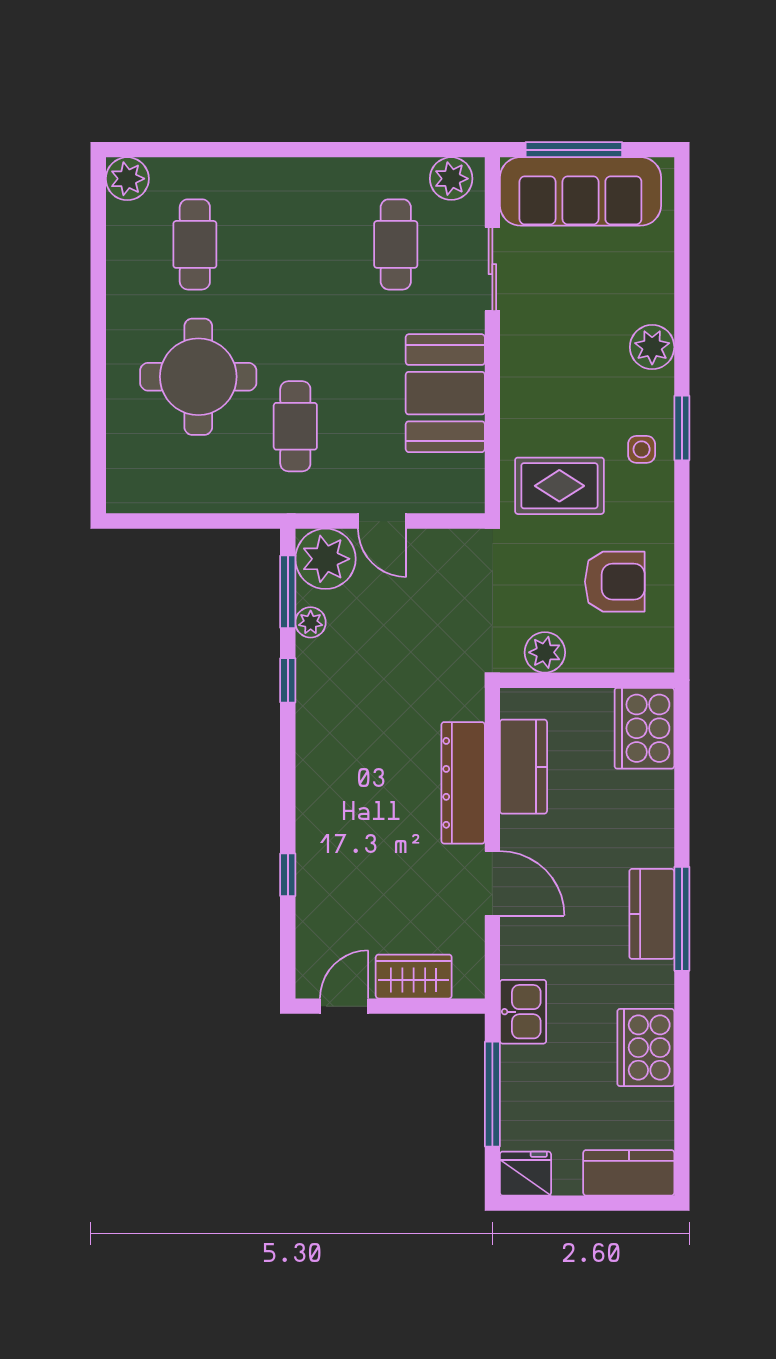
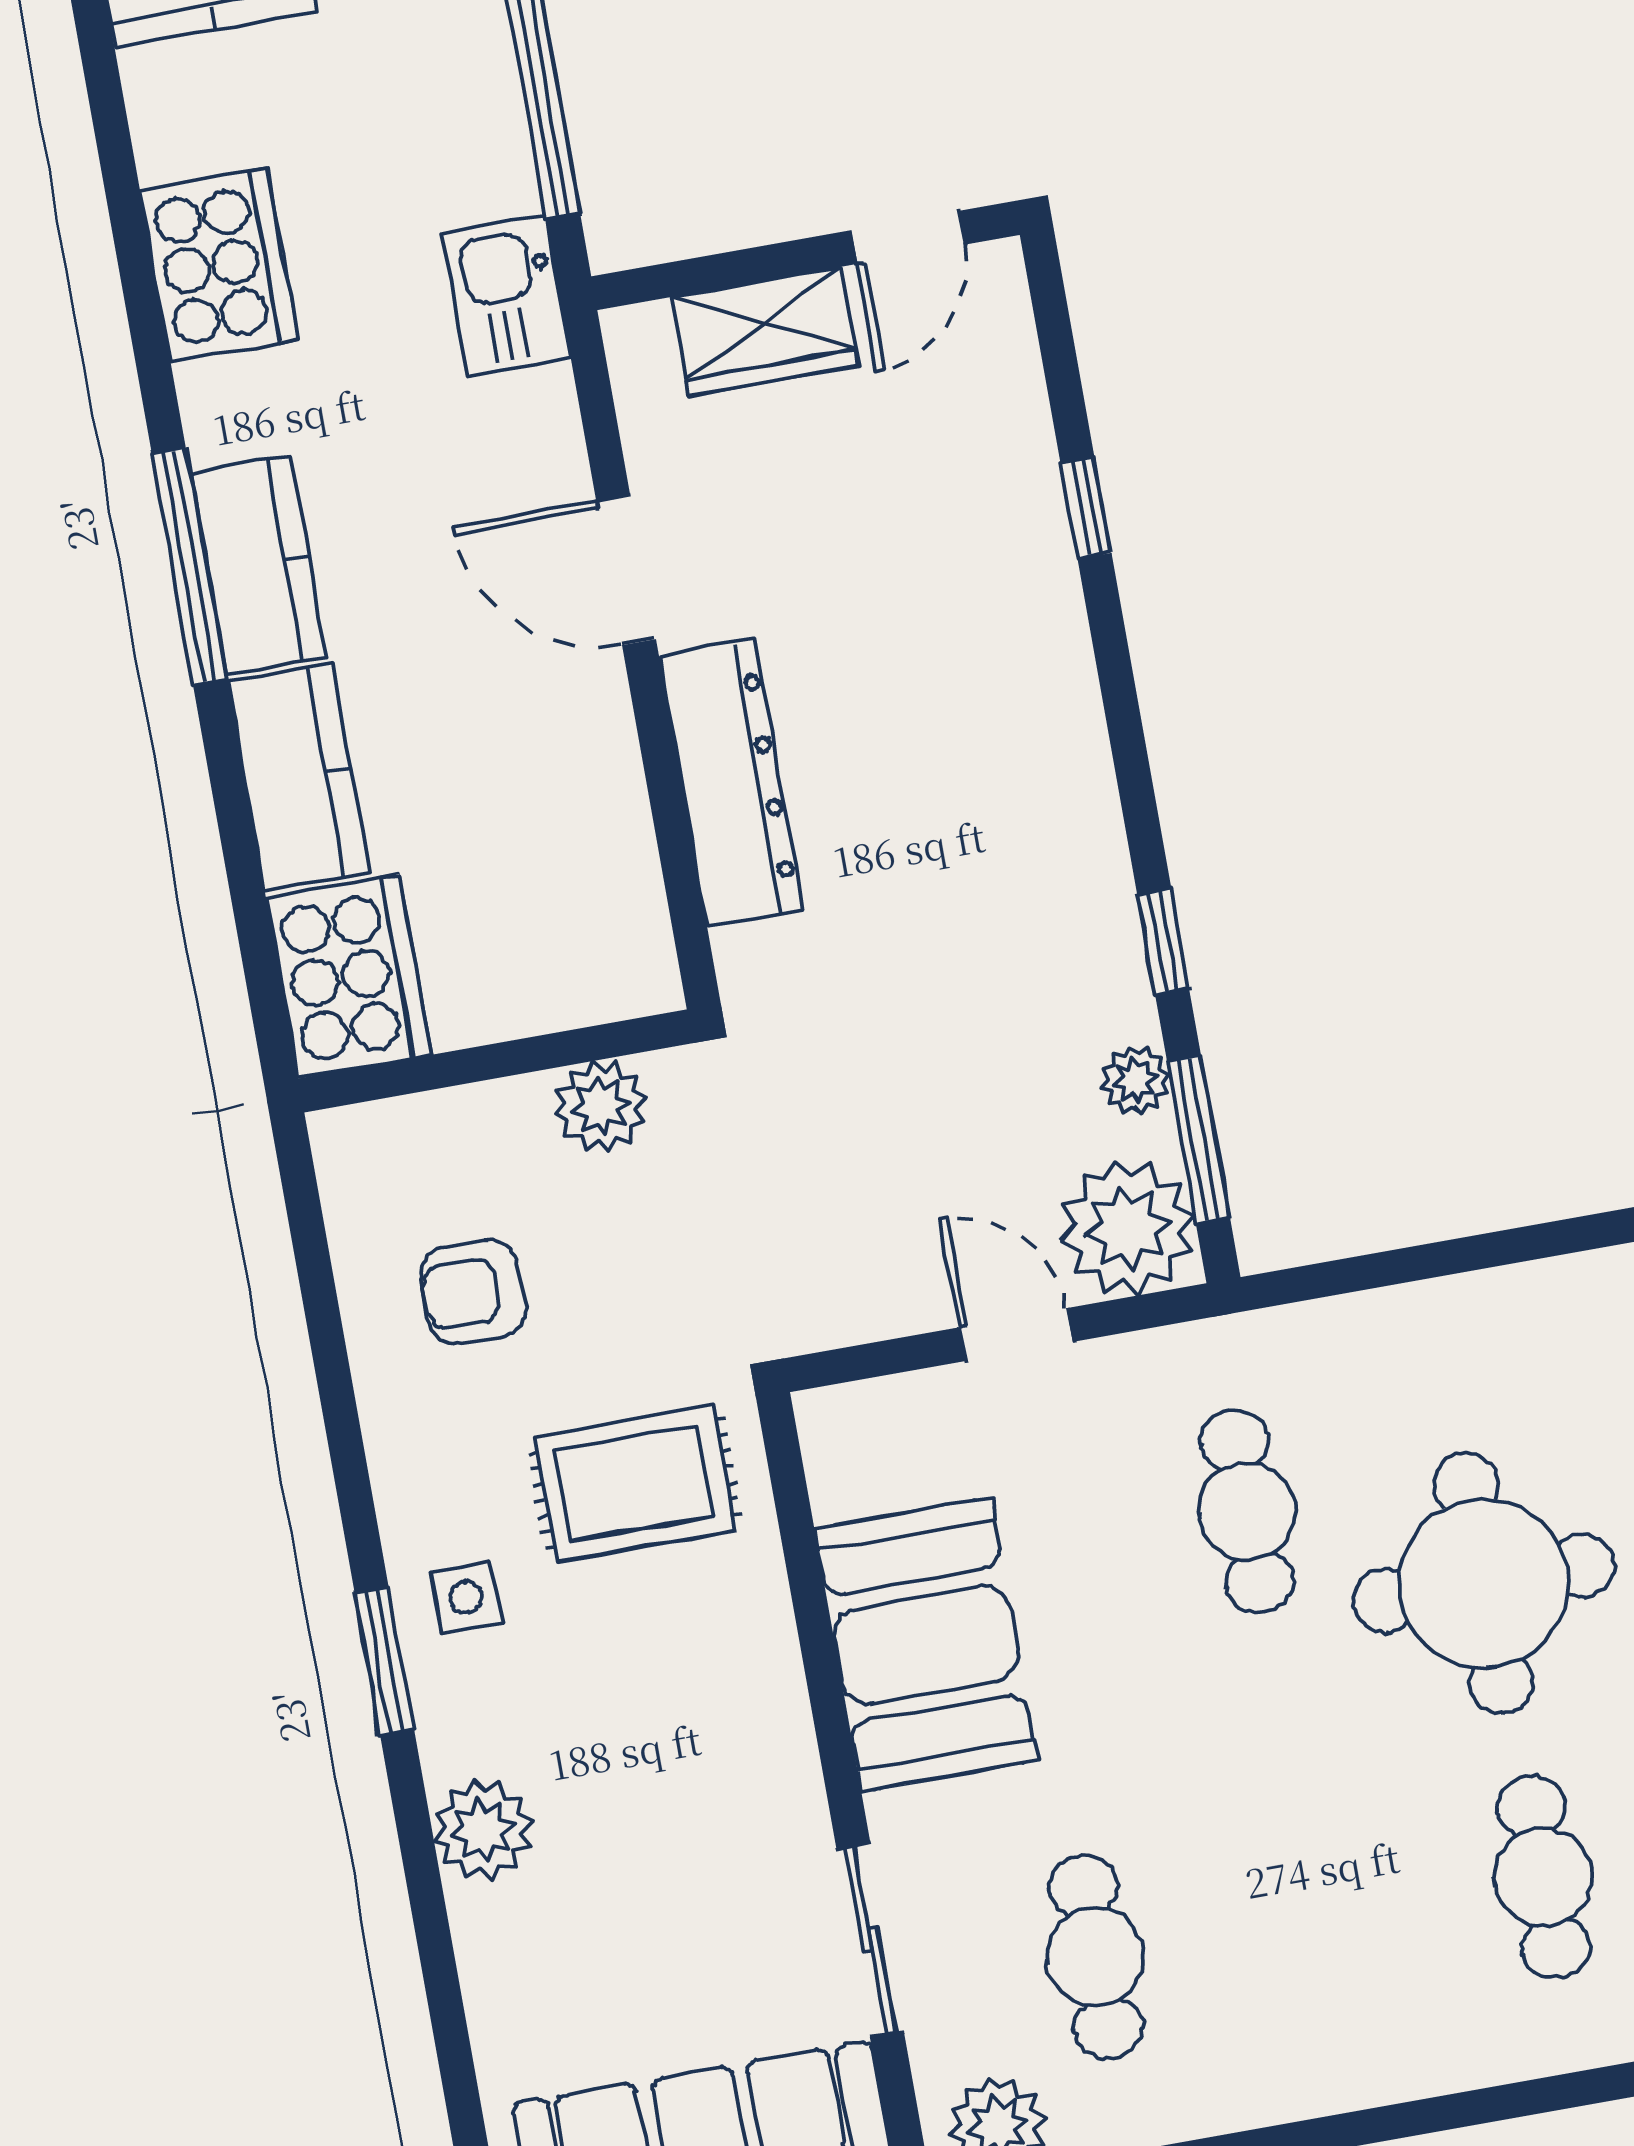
armchair: (615, 582) -> (473, 1292), width x0.72, depth x0.72
kitchen counter: (523, 767) -> (298, 777), moved, turned 180

